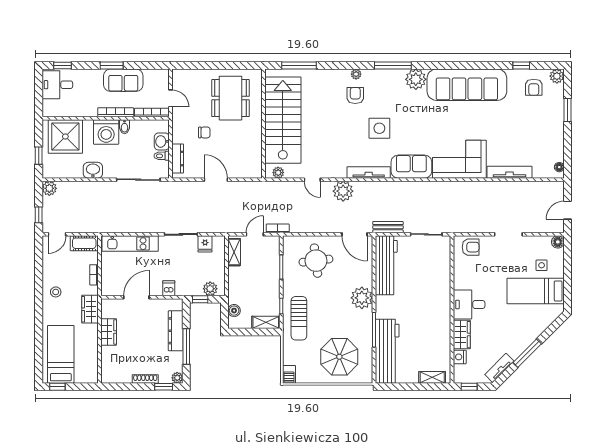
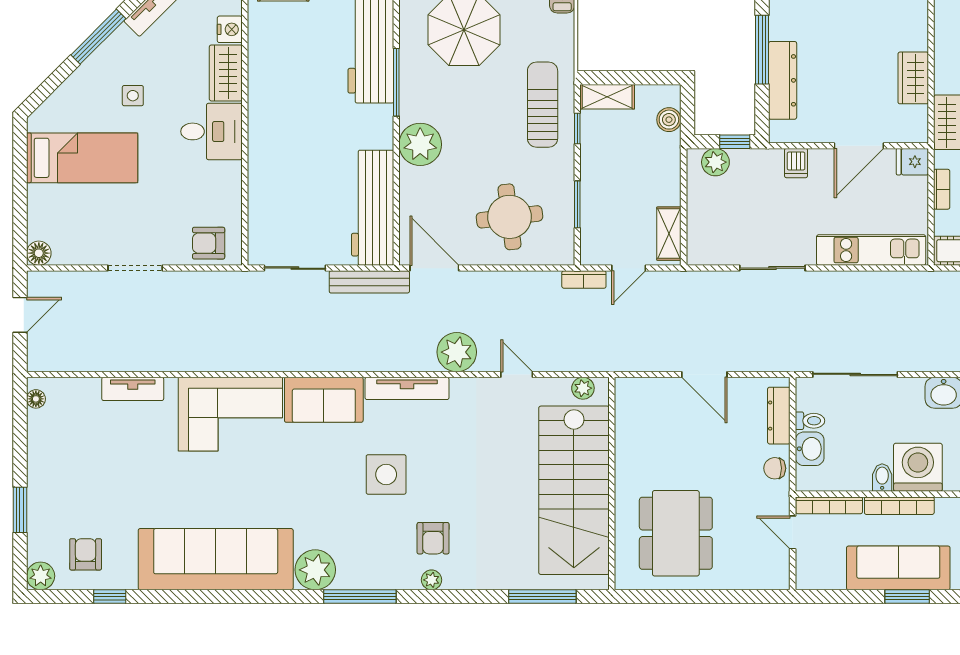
sofa: (123, 80) -> (898, 568), width x1.36
chair: (204, 132) -> (775, 468), moved
tv unit: (510, 172) -> (133, 389), width x0.71
bench: (388, 227) -> (369, 282), width x1.36
fridge: (205, 244) -> (912, 162), moved, turned -90
side table: (542, 265) -> (133, 96), moved

